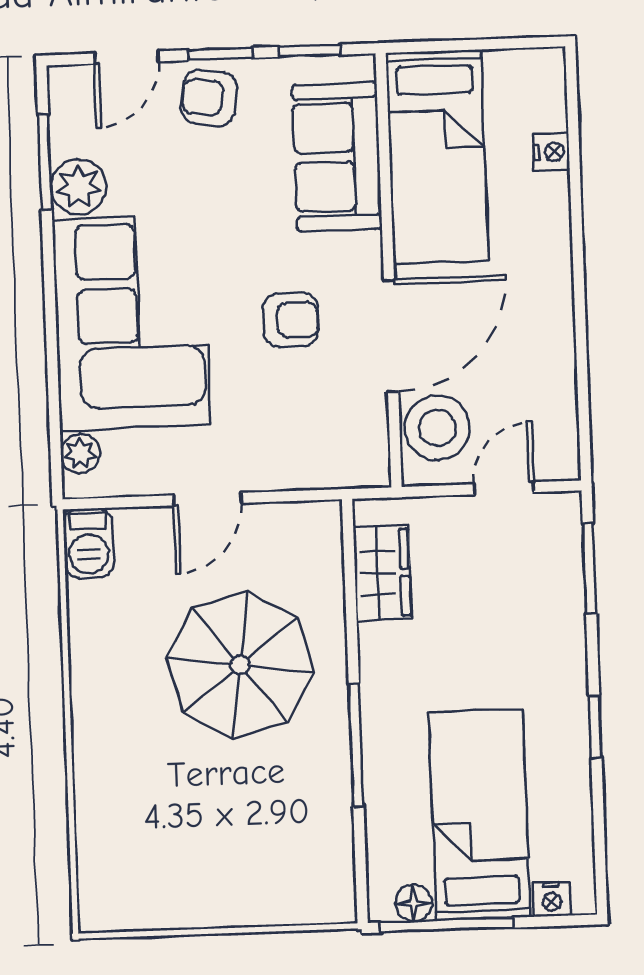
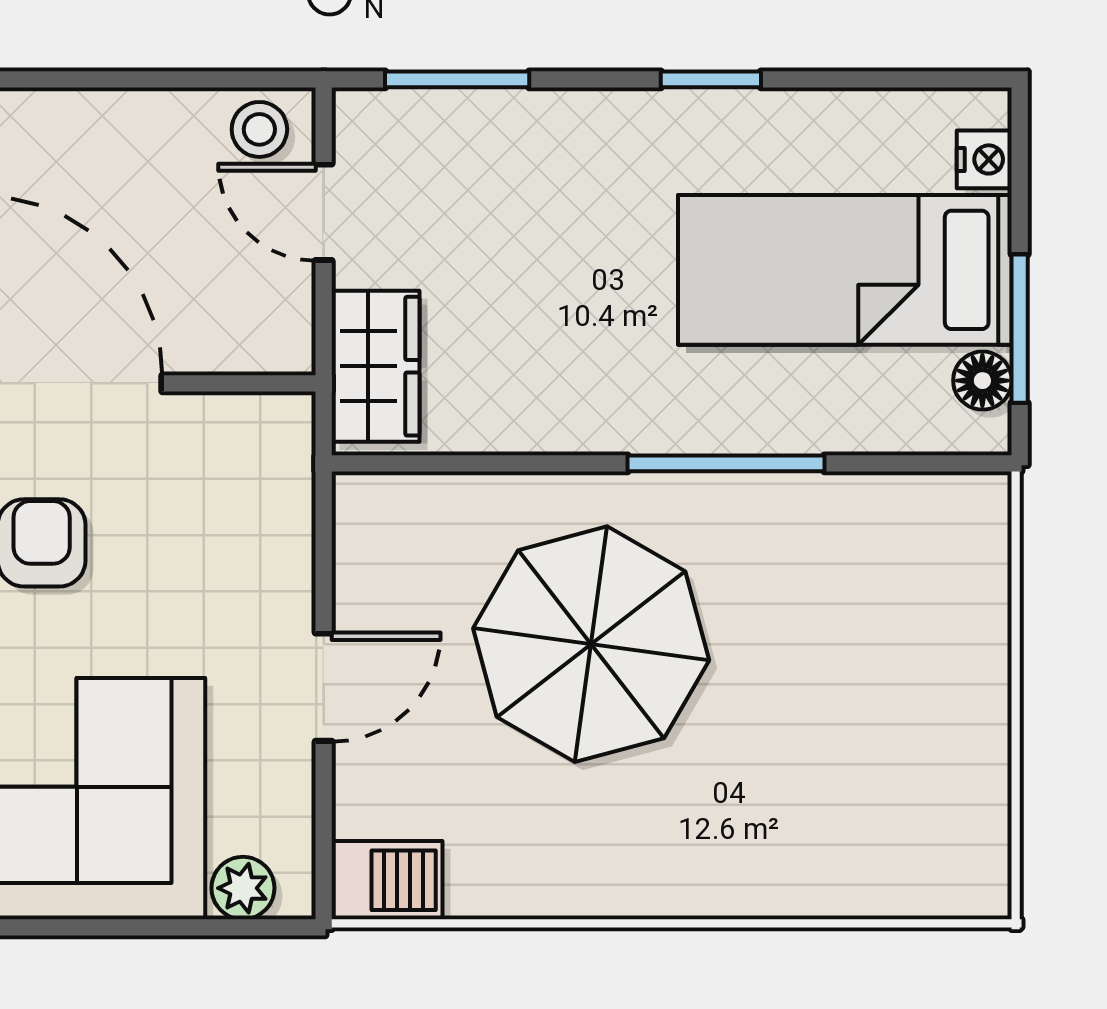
stool: (437, 428) -> (259, 129), moved, width x0.53, depth x0.53
door: (207, 499) -> (324, 687), hinge flipped
wardrobe: (382, 573) -> (376, 366), moved, turned 90
window: (447, 925) -> (1020, 329), width x0.69

